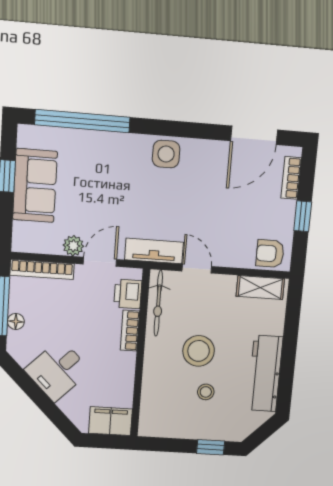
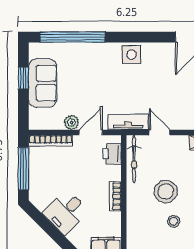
floor lamp: (16, 321) -> (34, 179), removed
bookcase: (130, 331) -> (115, 196), moved

